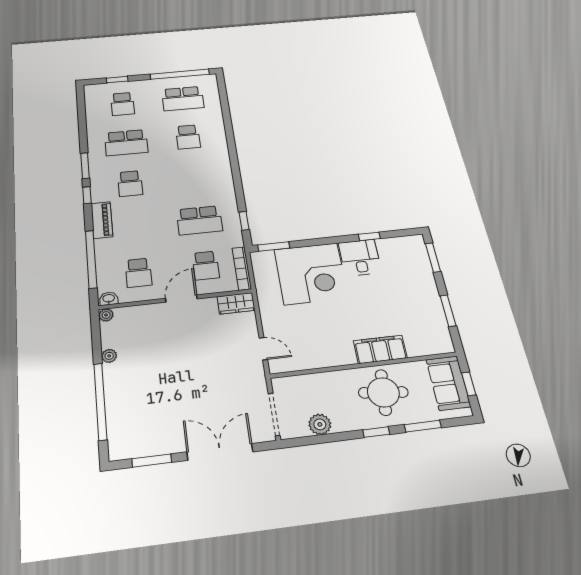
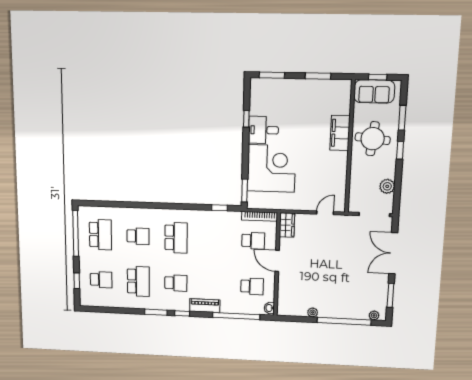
school desk: (199, 220) -> (176, 238), moved
plant: (106, 315) -> (374, 315), moved

